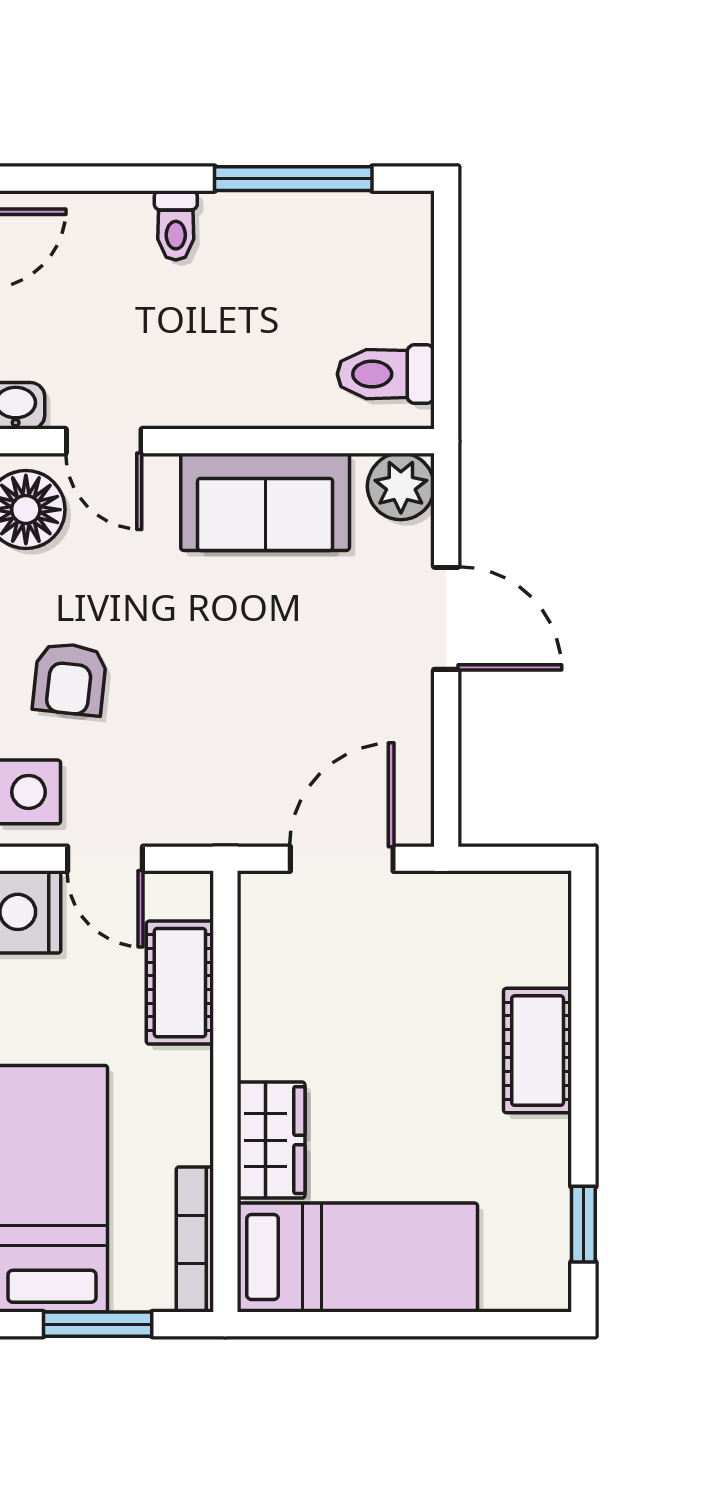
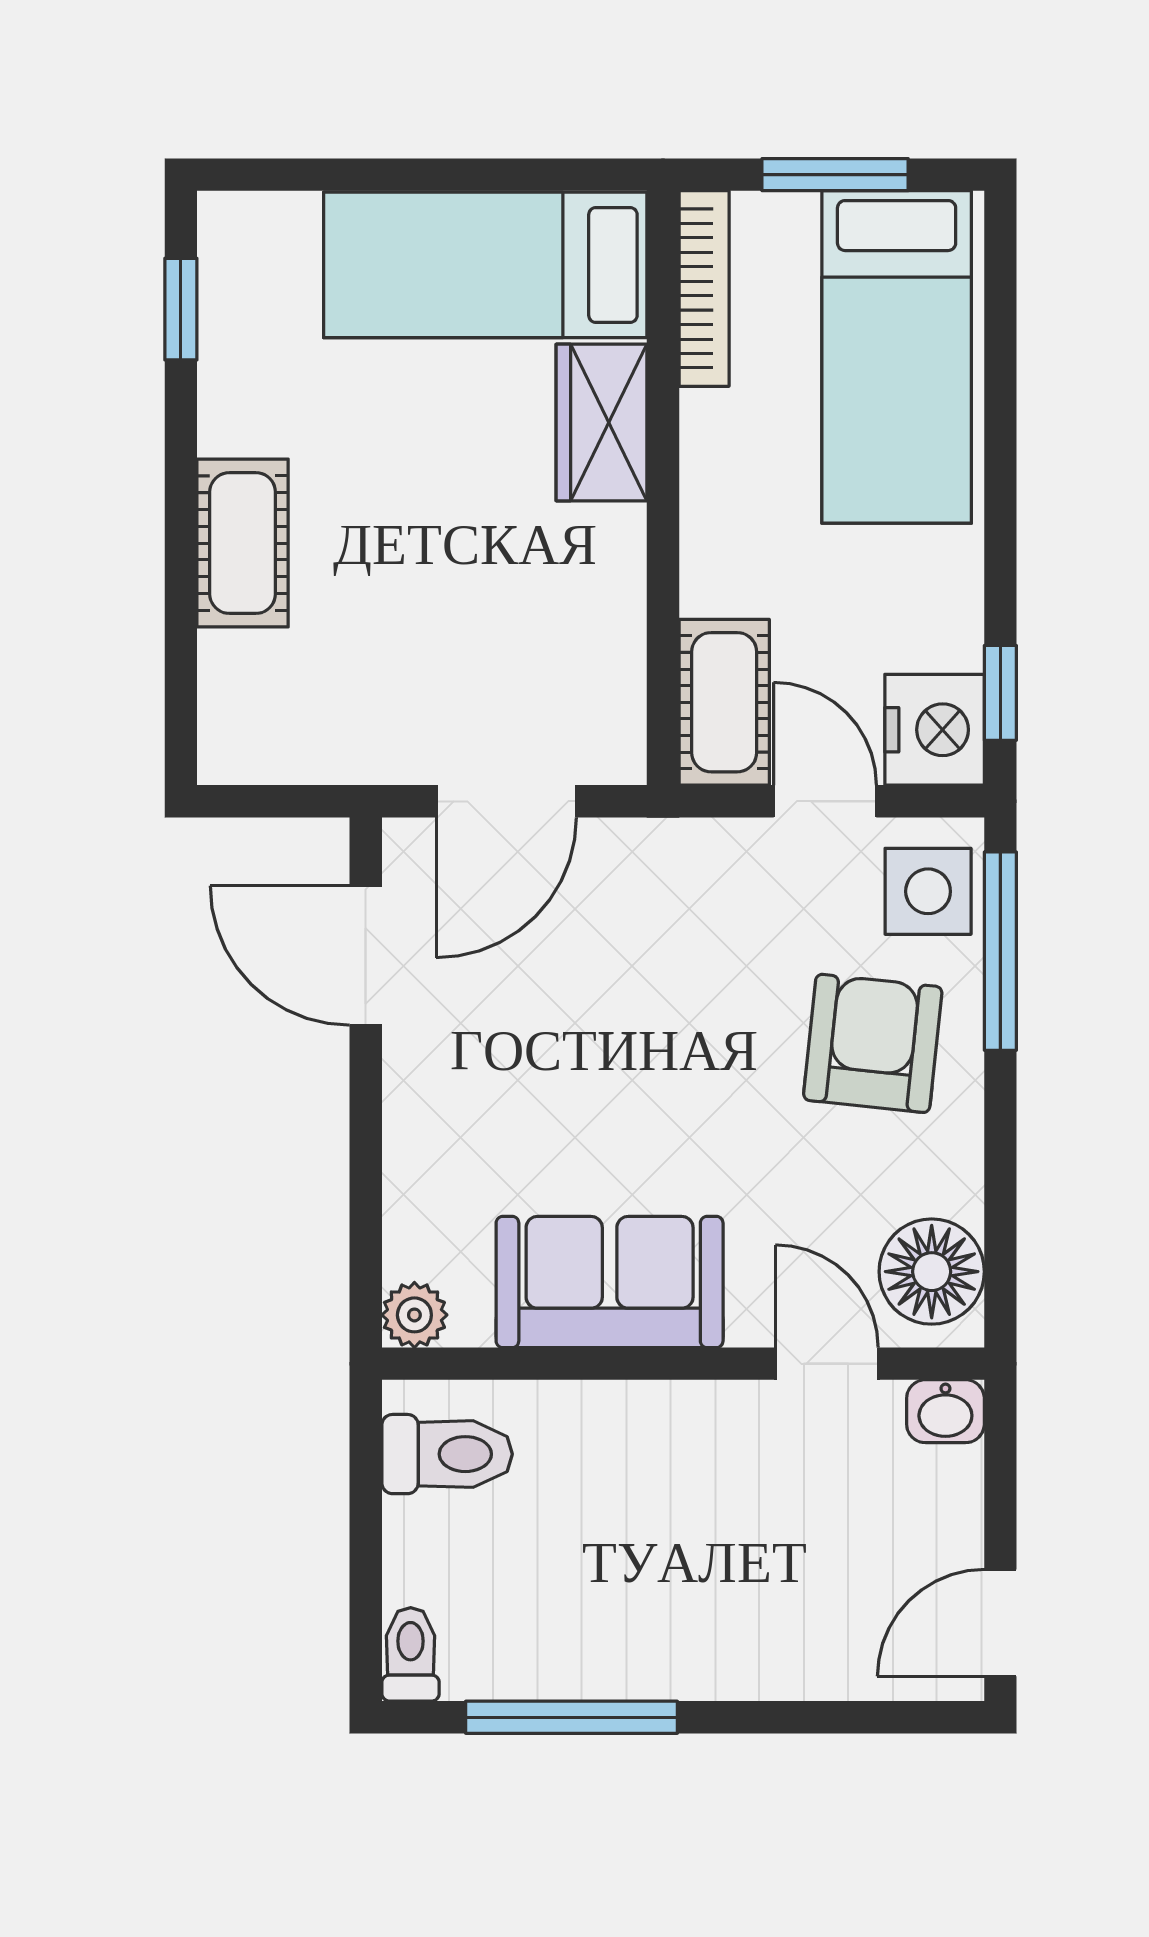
toilet: (176, 225) -> (411, 1654), moved
plant: (401, 486) -> (414, 1315), width x0.73, depth x0.73
door: (446, 618) -> (366, 955), moved
armchair: (70, 679) -> (873, 1043), width x1.38, depth x1.38
cot: (180, 983) -> (724, 702), moved

